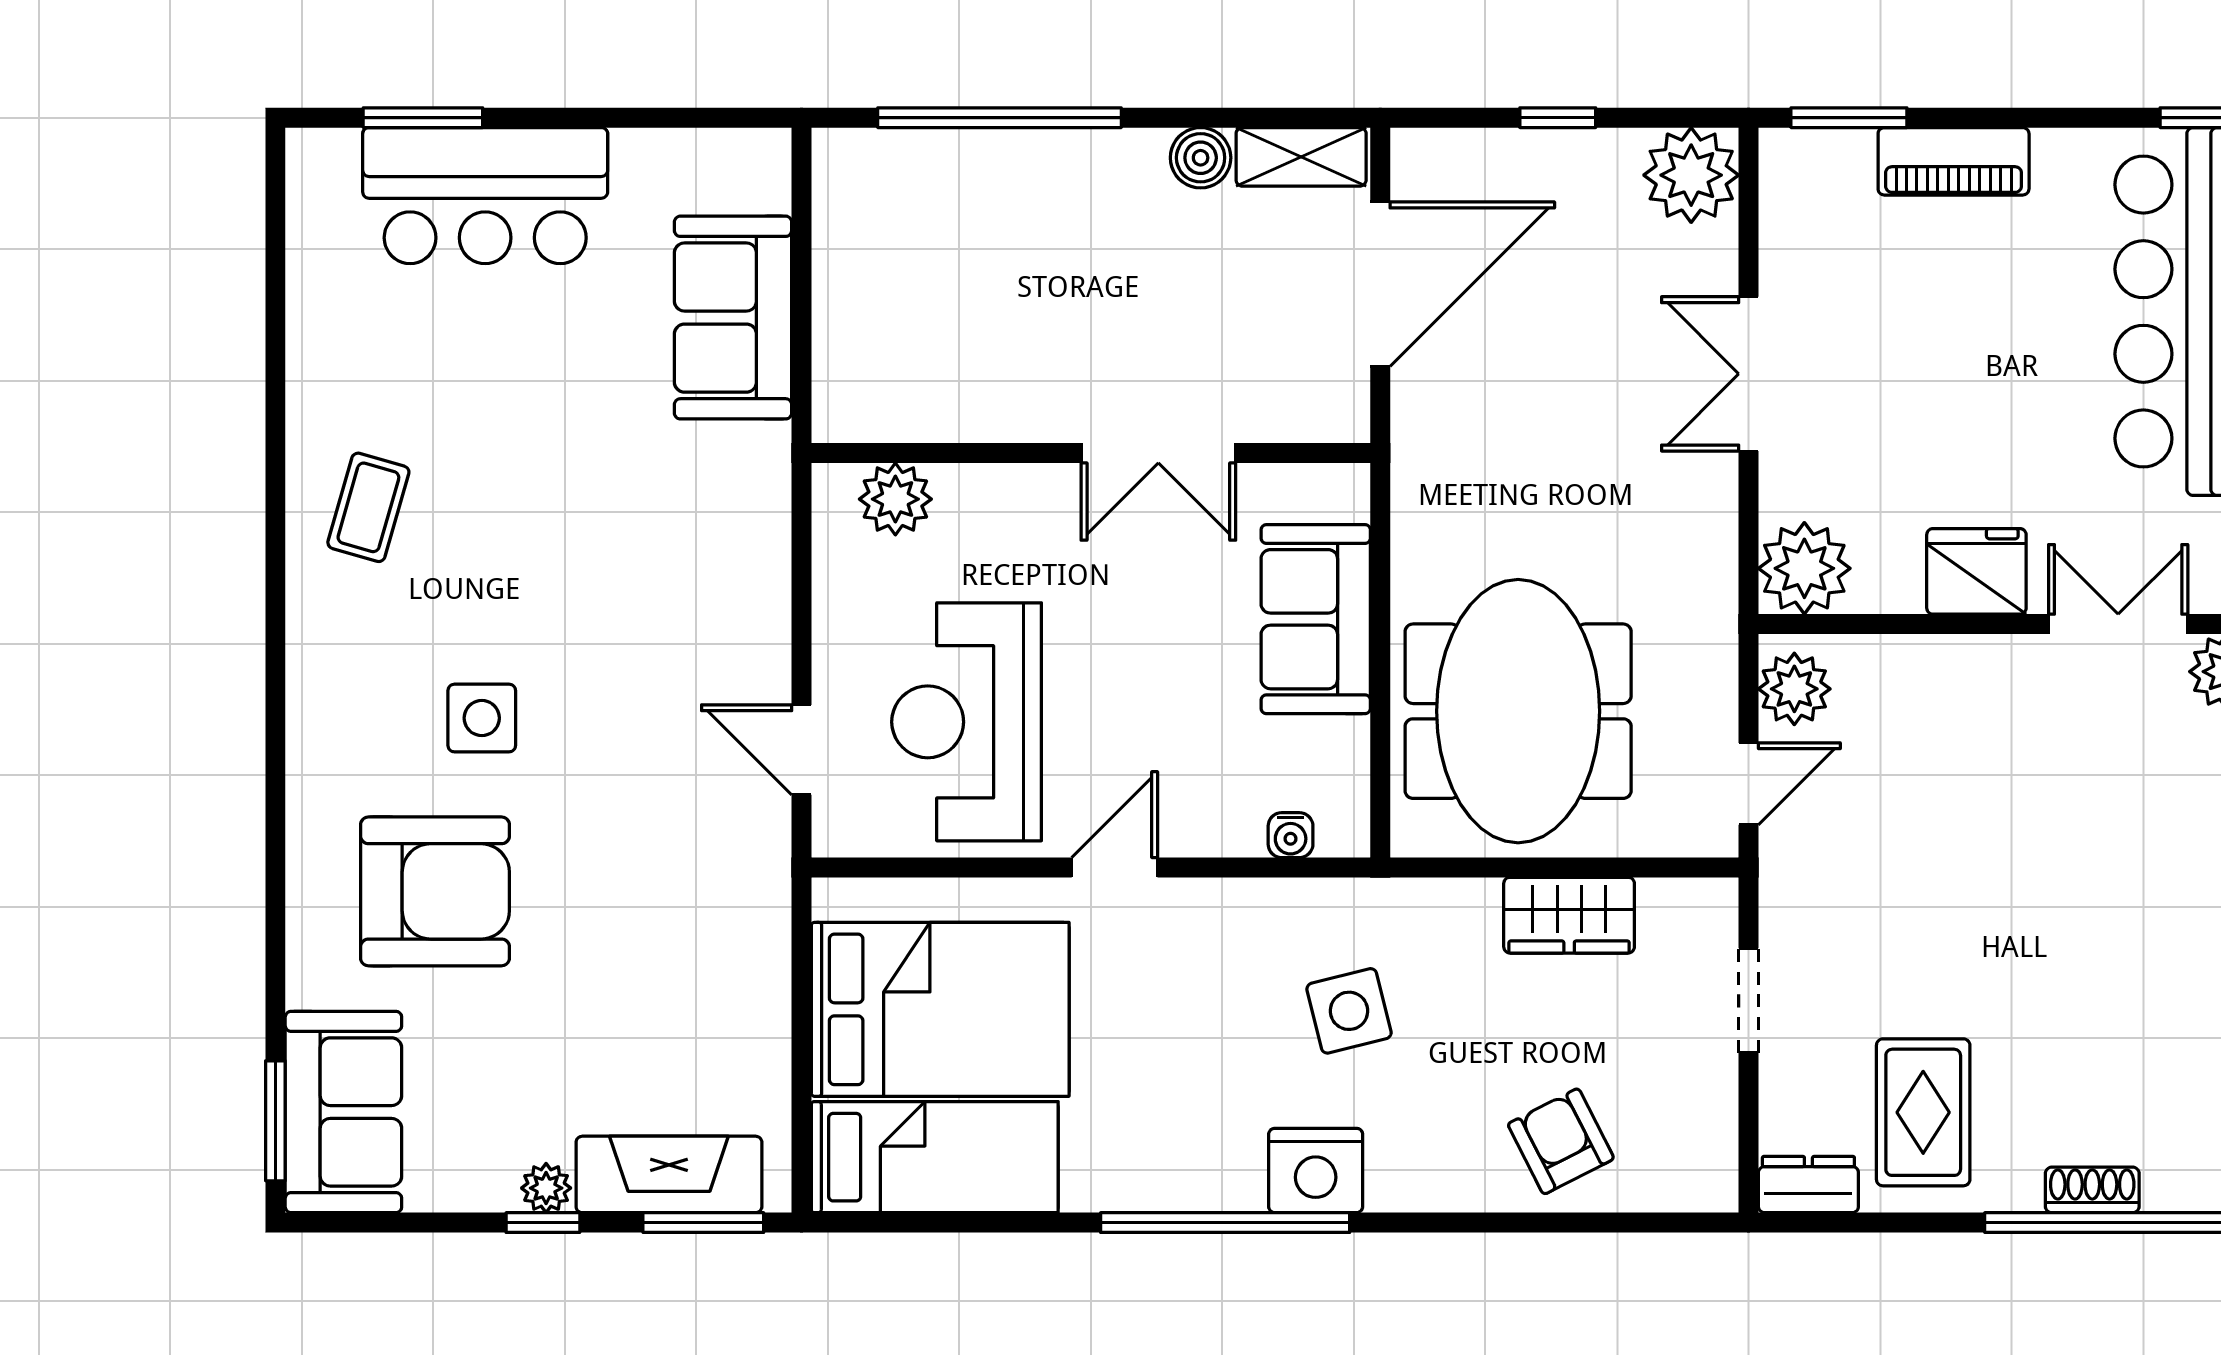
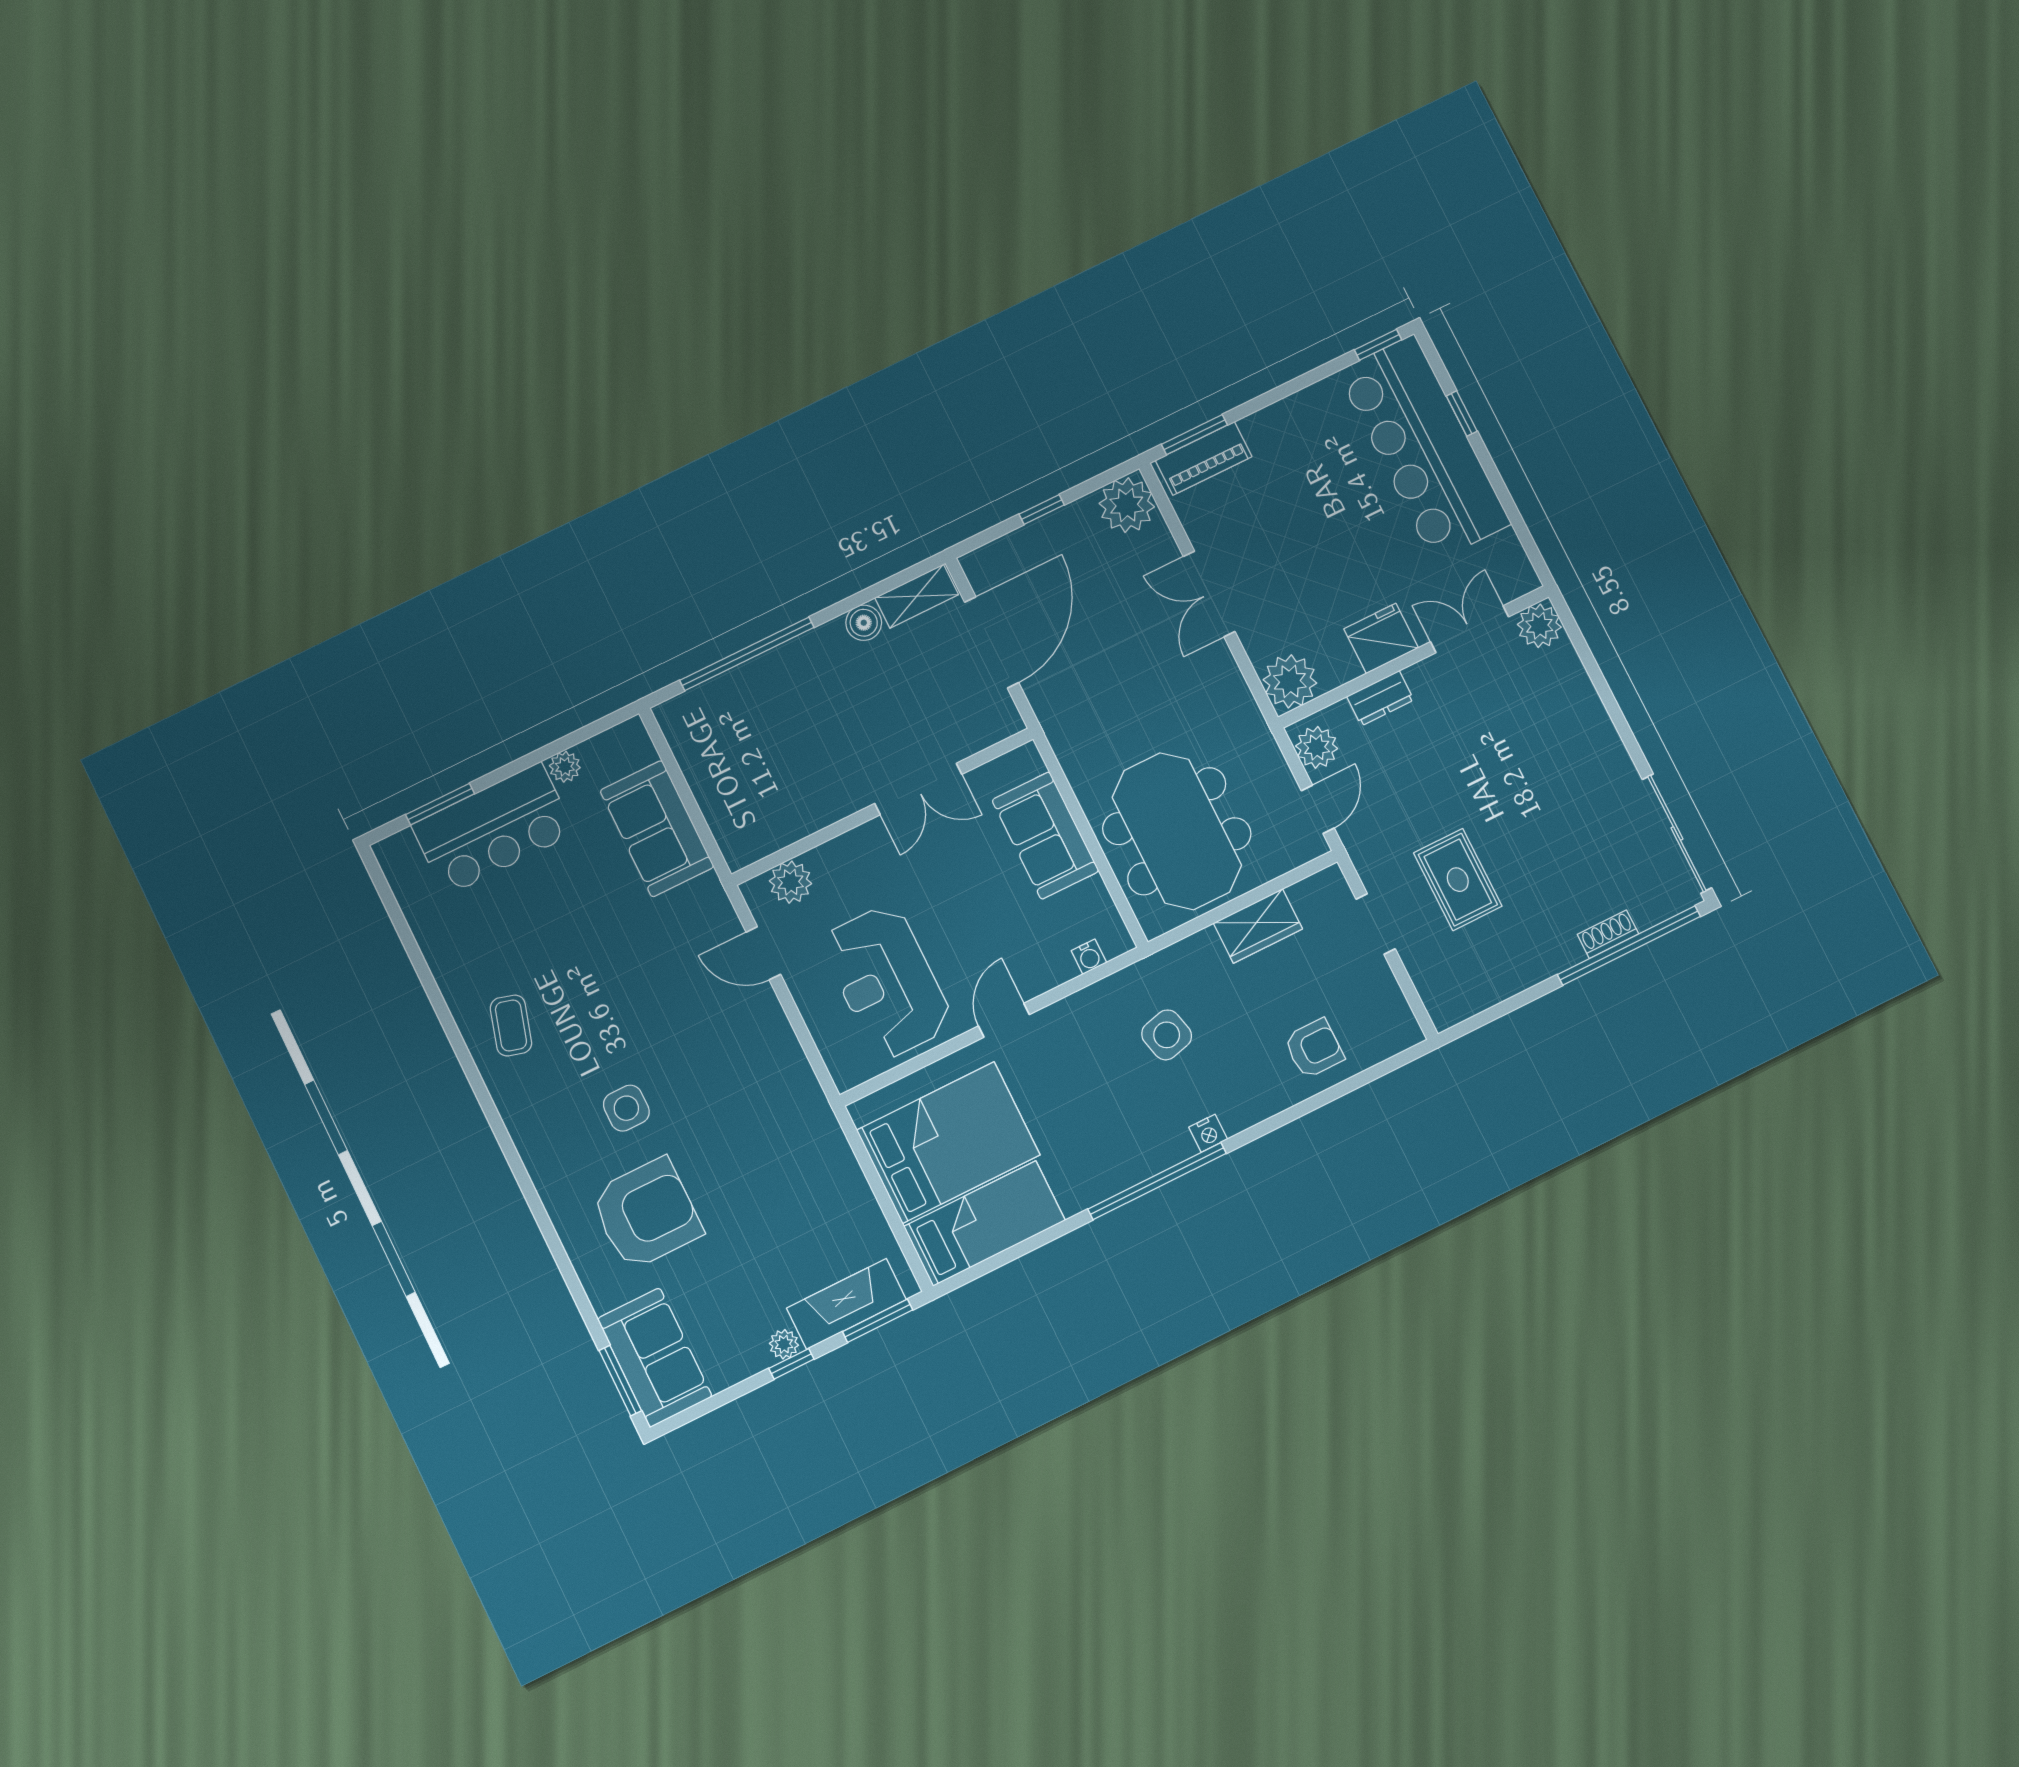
plant: (639, 154) -> (565, 767), added
piano: (1954, 161) -> (1204, 458), moved
door: (802, 750) -> (763, 953), moved
rug: (1923, 1112) -> (1458, 880), moved
armchair: (1561, 1141) -> (1314, 1048), turned 117
nightstand: (1316, 1170) -> (1208, 1133), width x0.53, depth x0.56
dresser: (1808, 1185) -> (1380, 698), moved, turned 180

